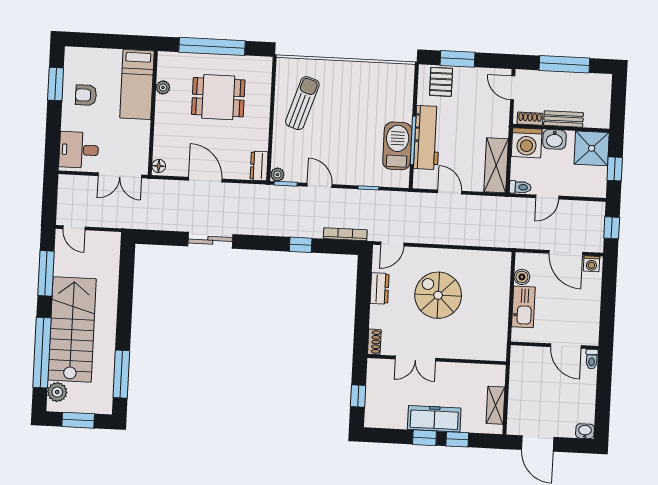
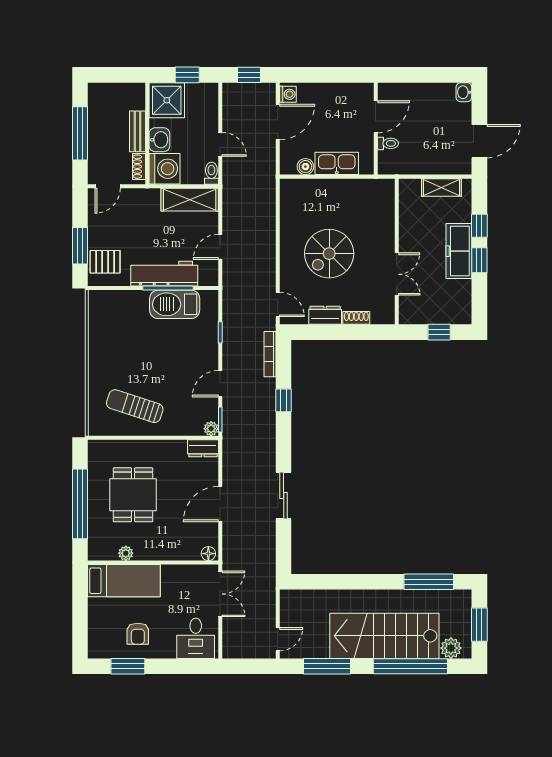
shoe rack: (374, 342) -> (356, 318), moved
toilet: (592, 359) -> (388, 143), moved

